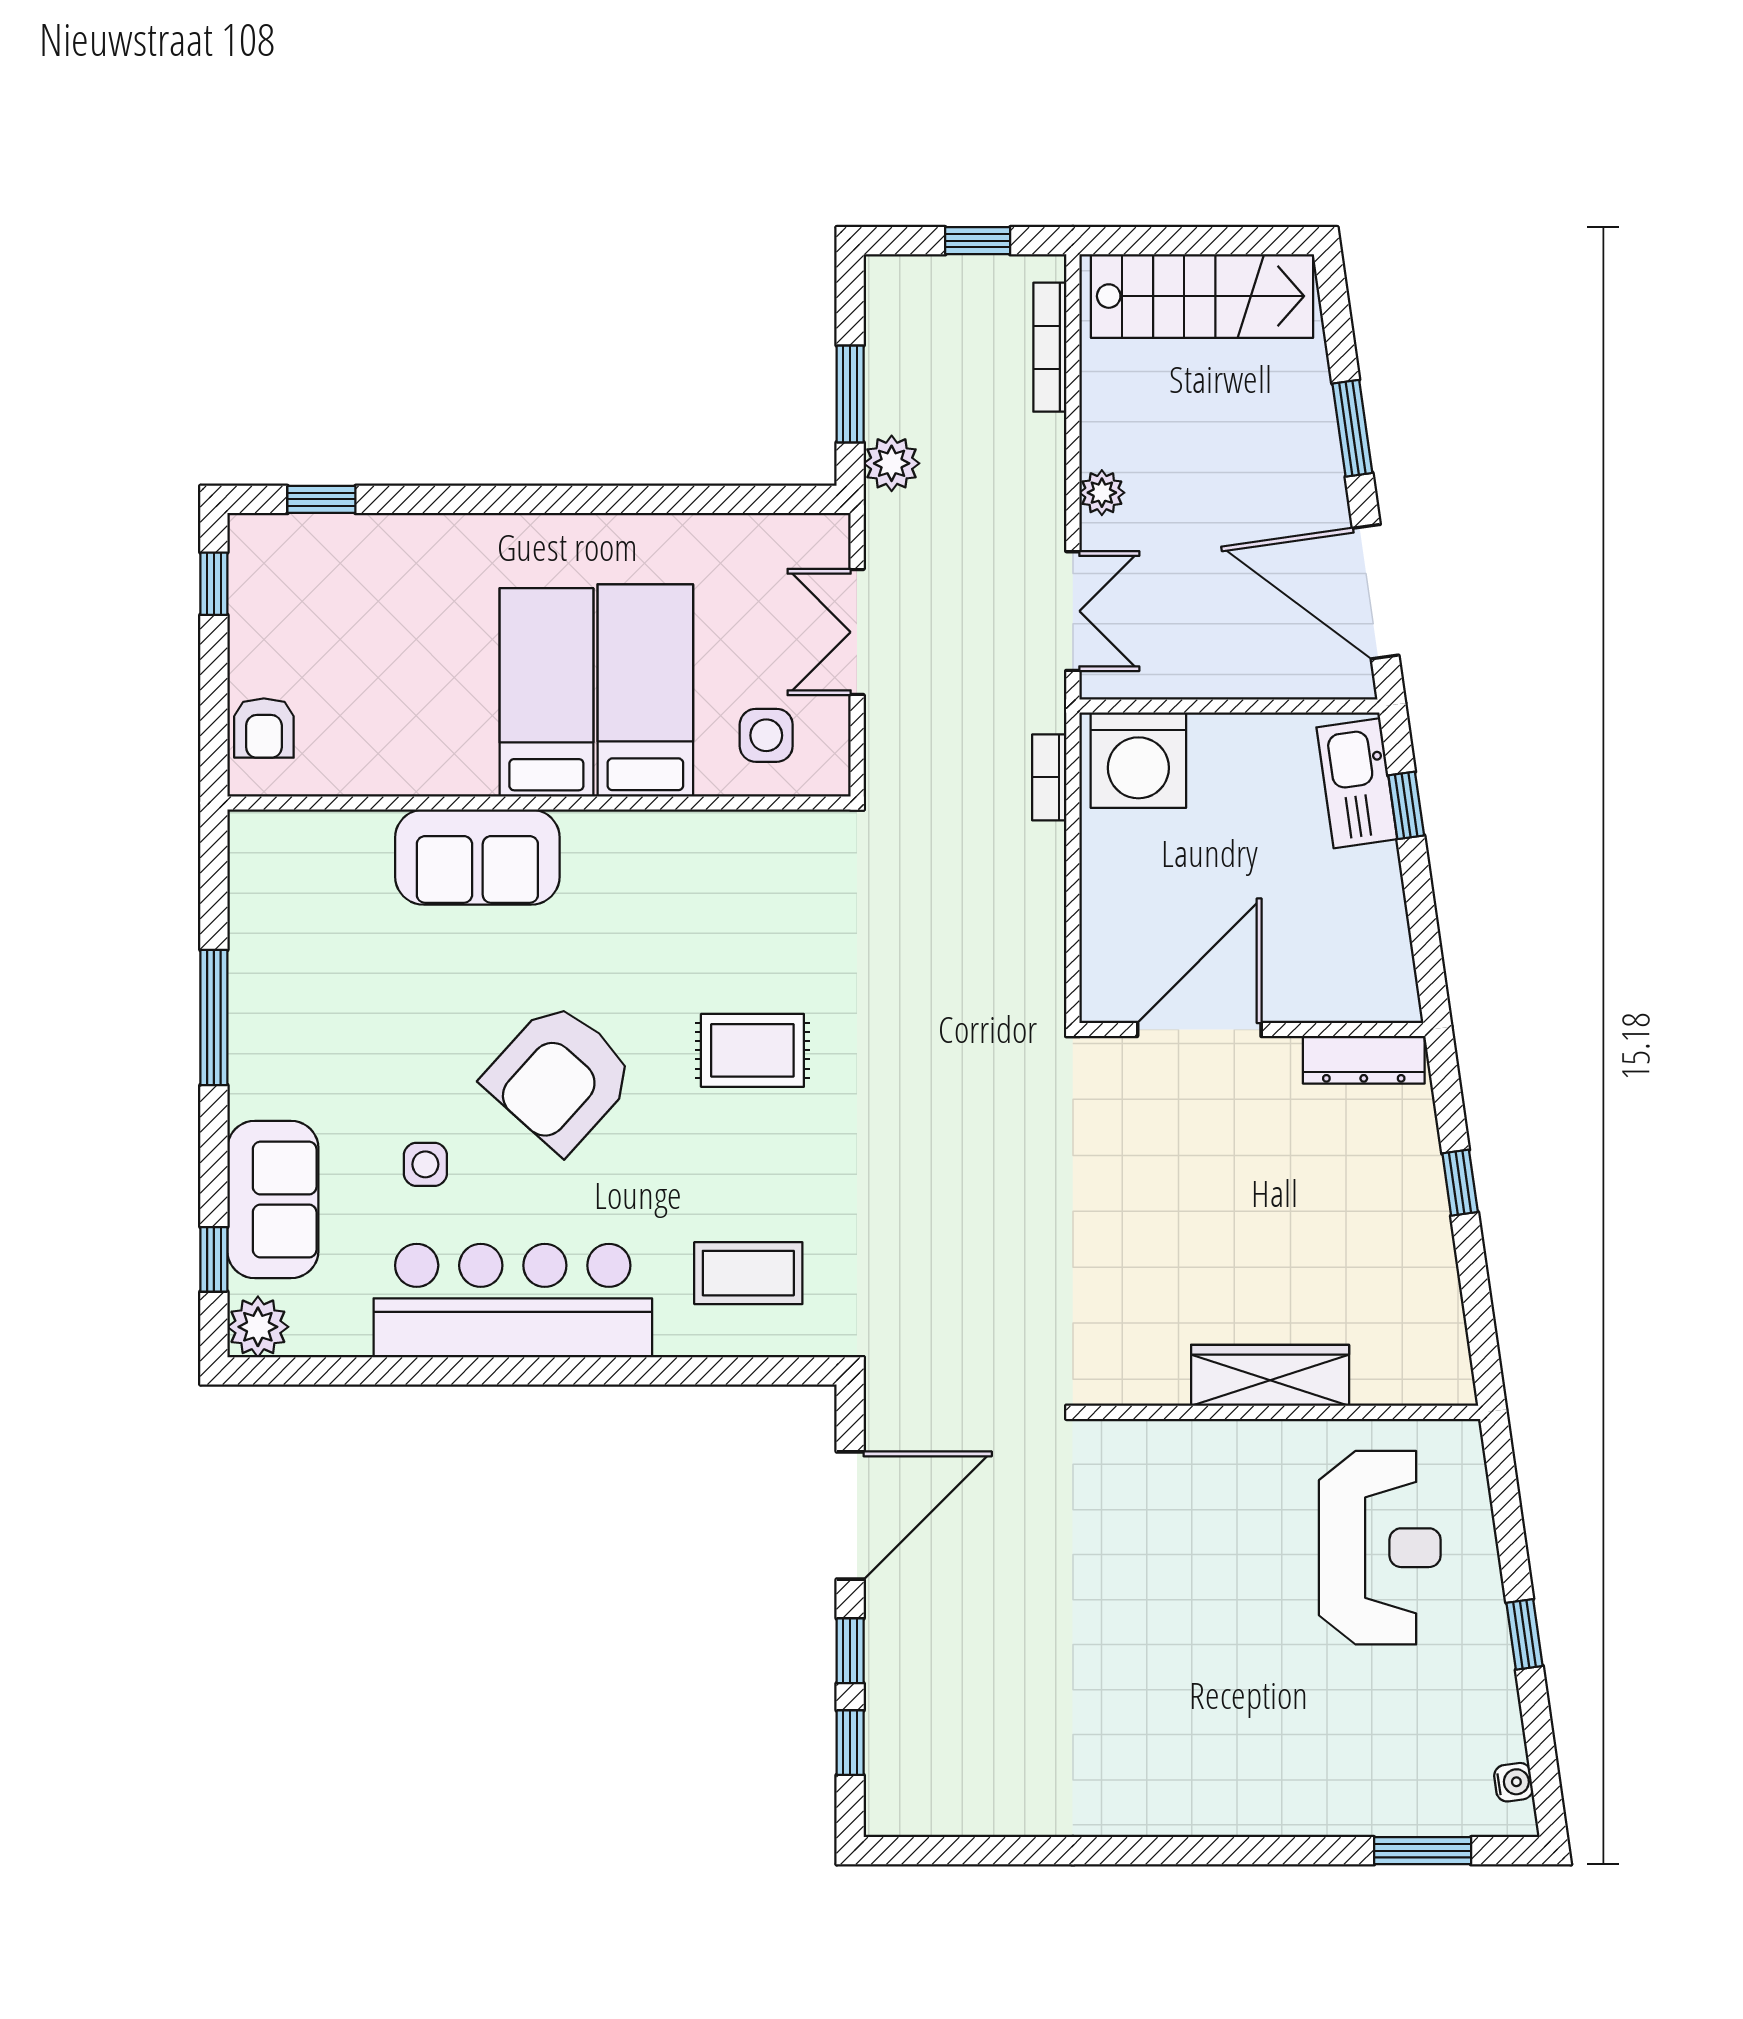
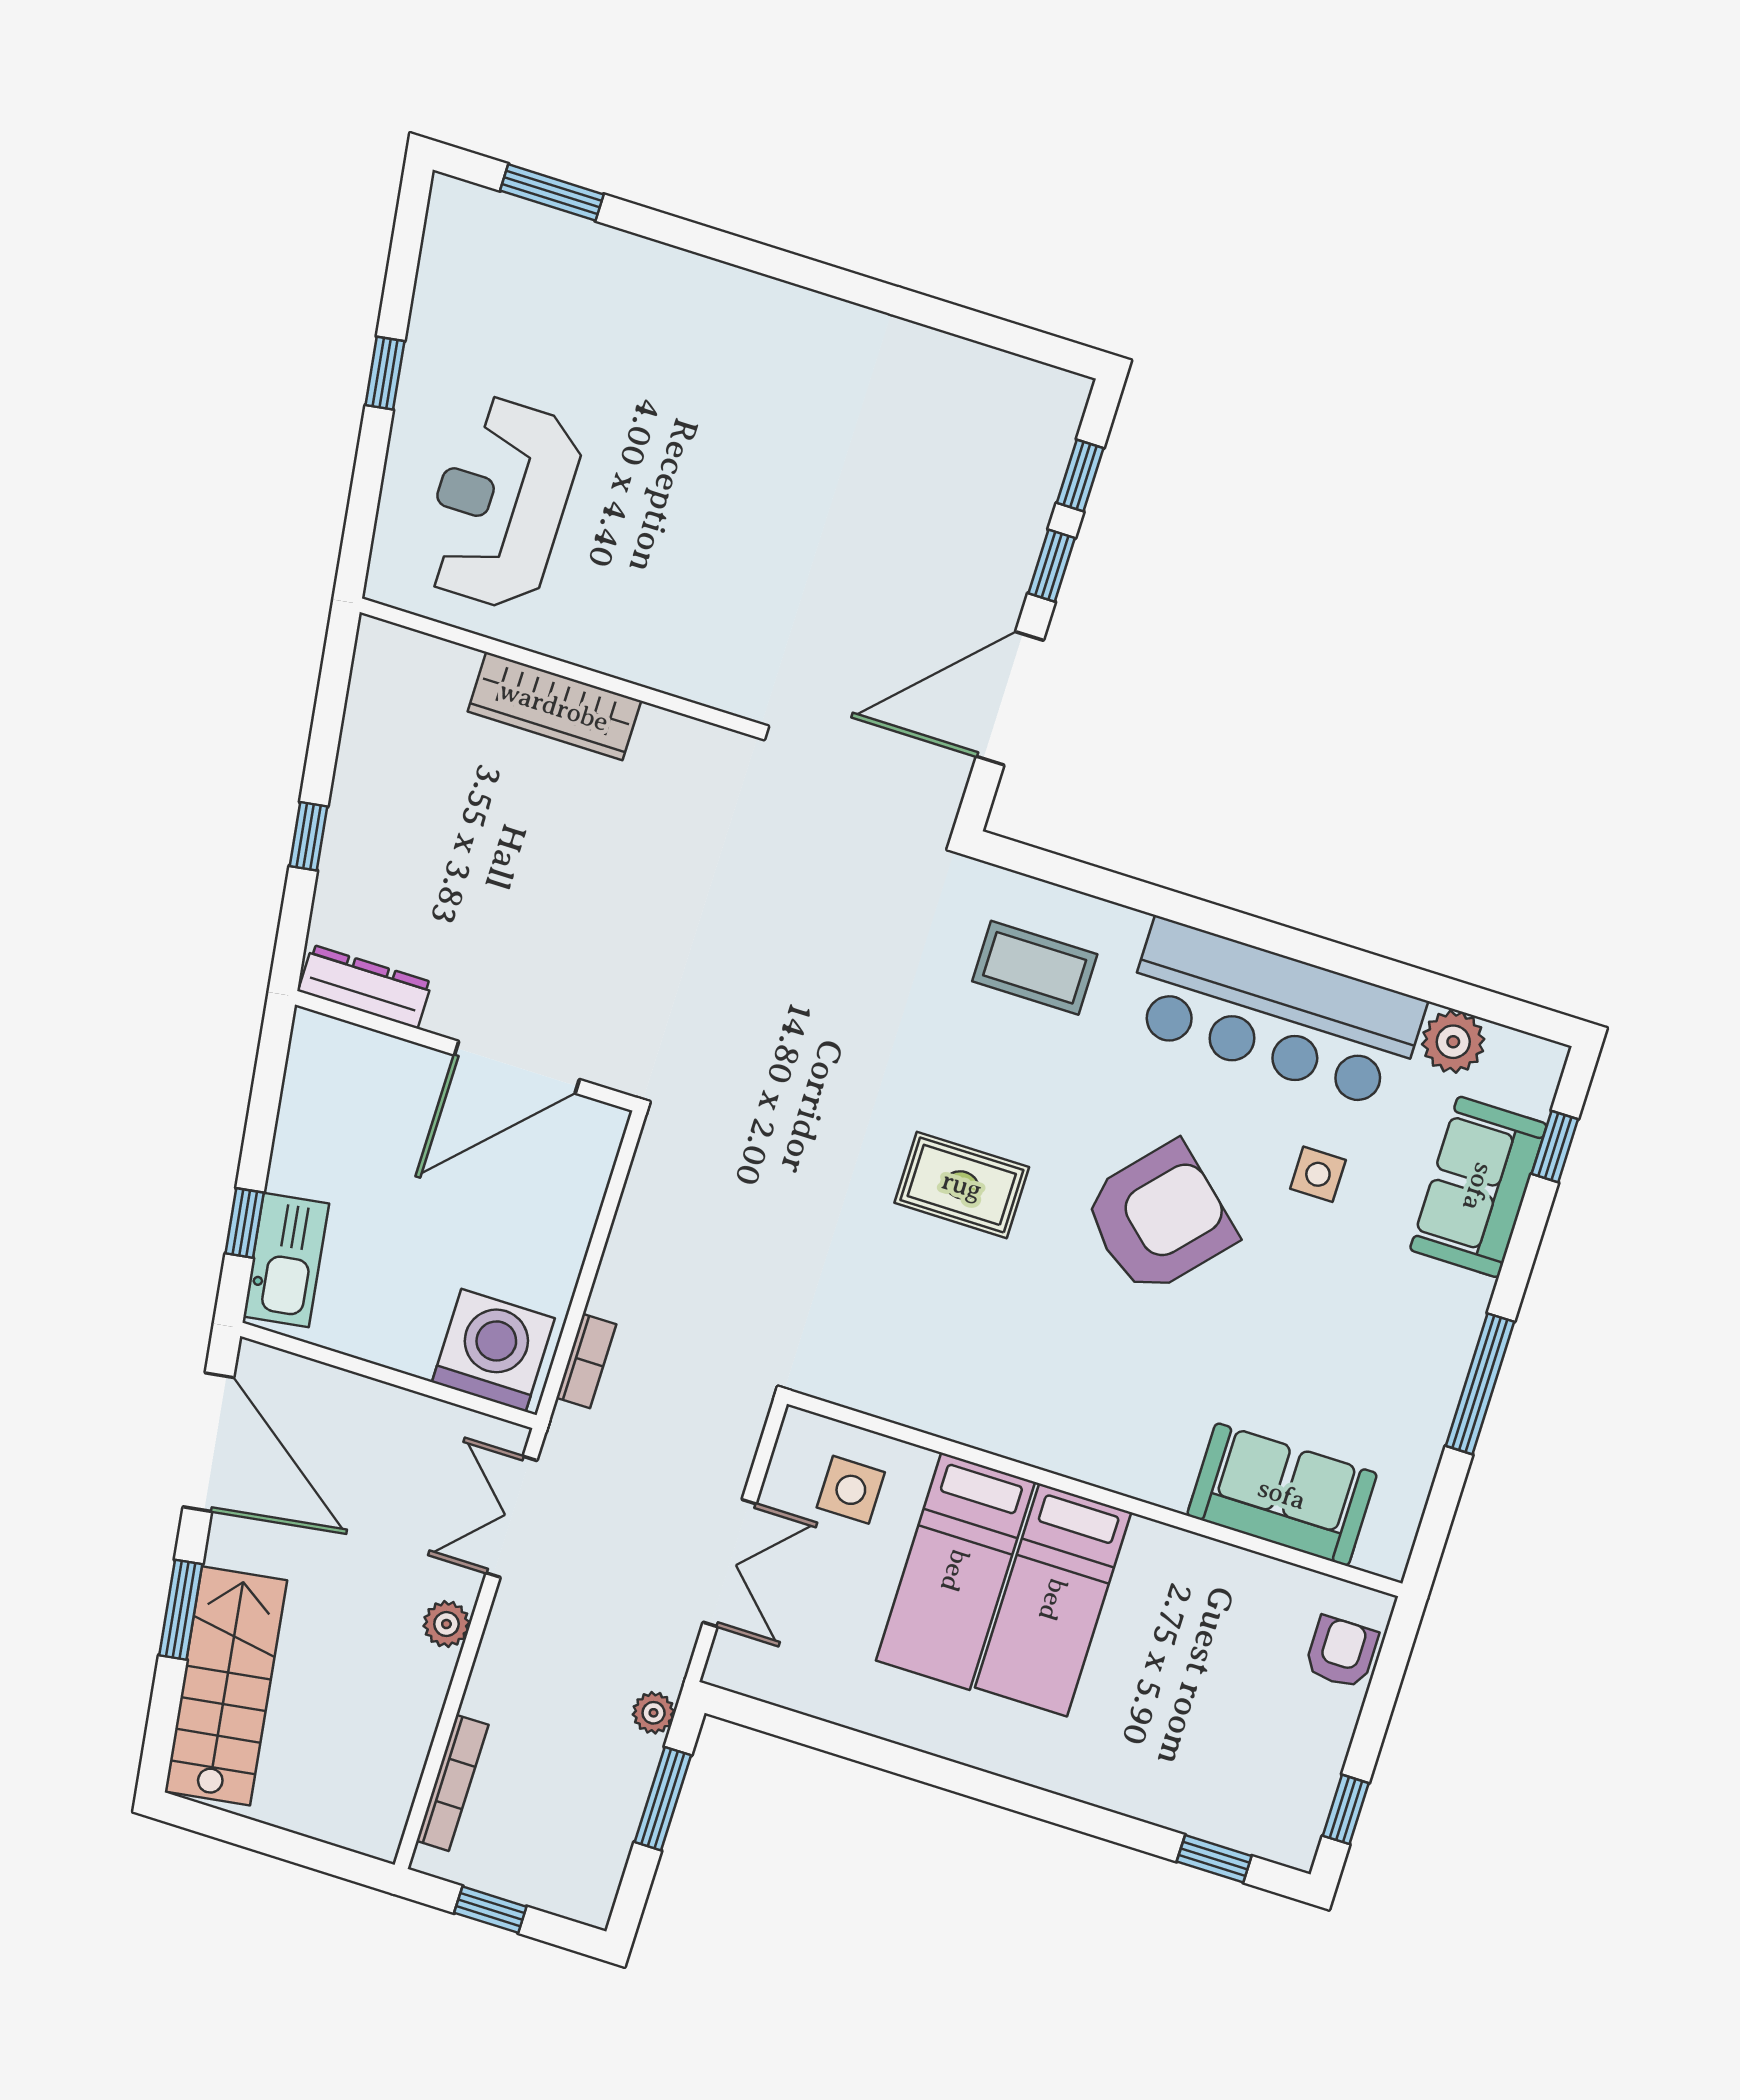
stairs: (1202, 296) -> (226, 1686), moved, turned 82
plant: (892, 463) -> (654, 1713), width x0.73, depth x0.73
sofa: (477, 857) -> (1282, 1494), moved
plant: (258, 1327) -> (1453, 1042), moved
water cooler: (1513, 1782) -> (441, 232), removed

